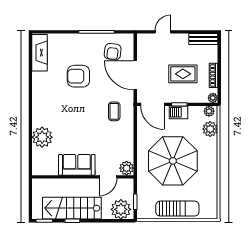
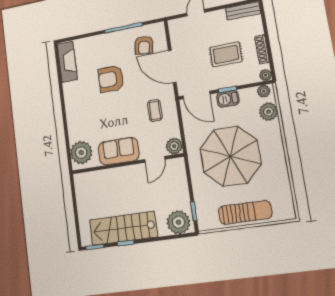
sofa: (77, 165) -> (119, 151), moved
plant: (127, 168) -> (174, 146), moved
wall: (83, 177) -> (127, 164), moved
door: (108, 177) -> (155, 159), moved

